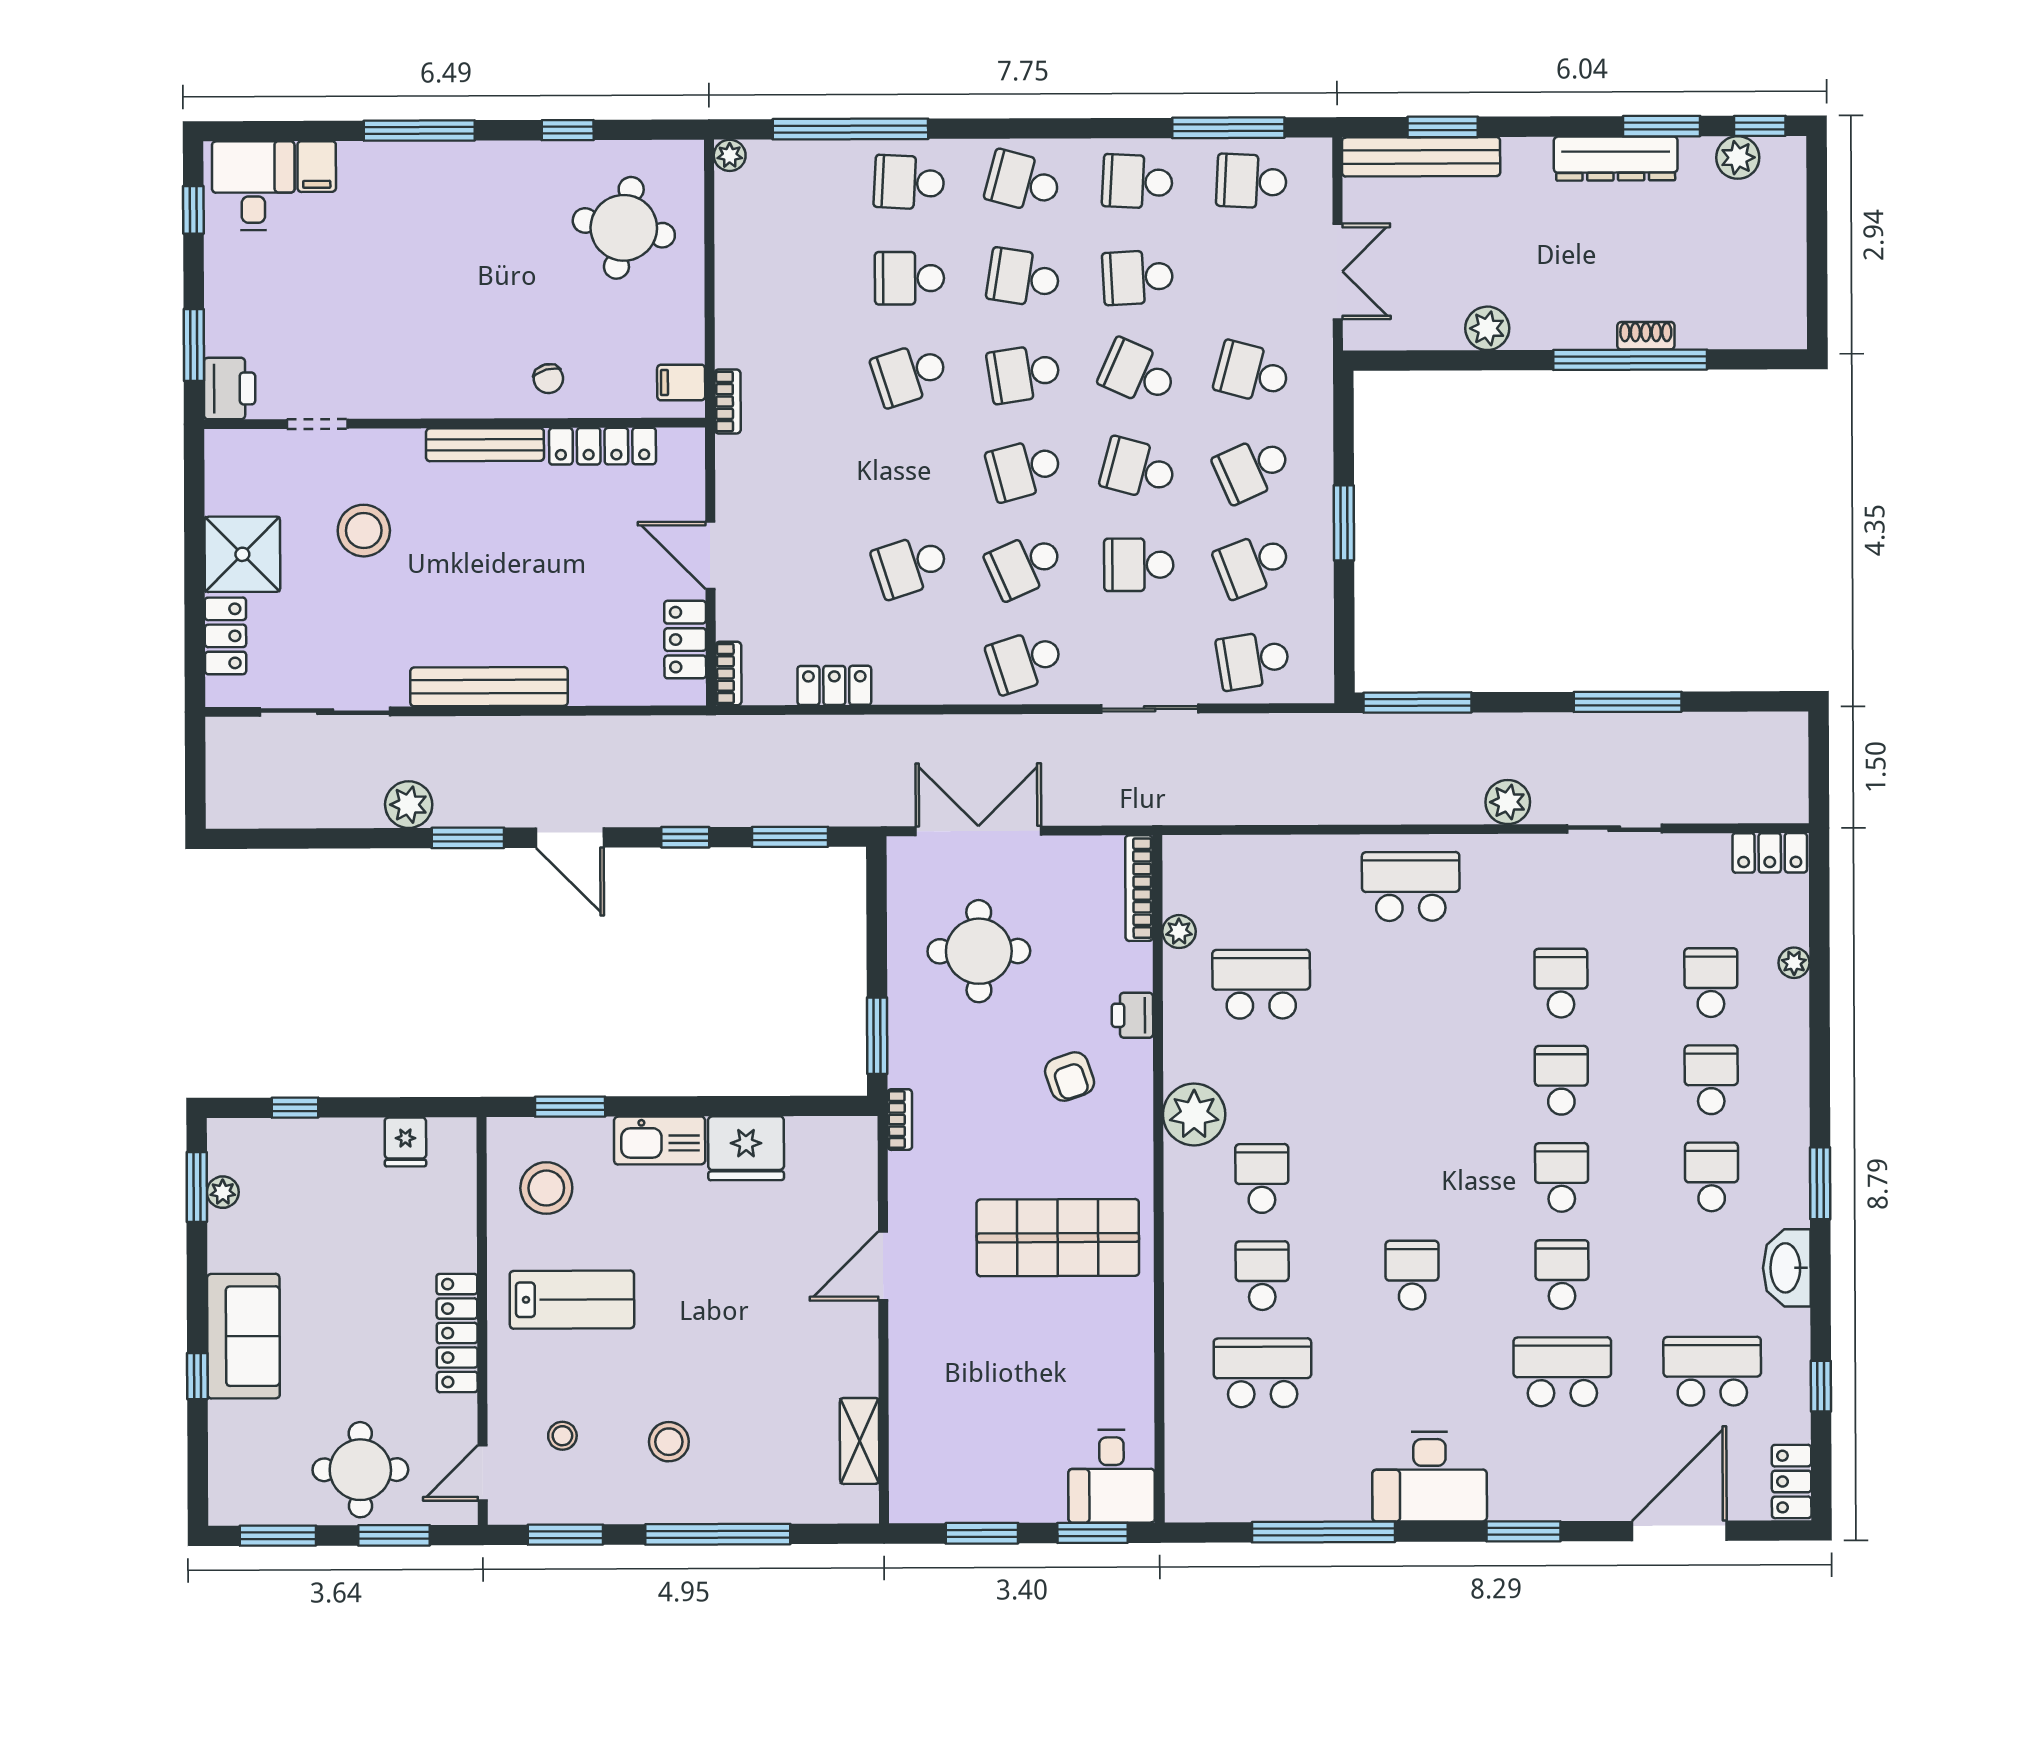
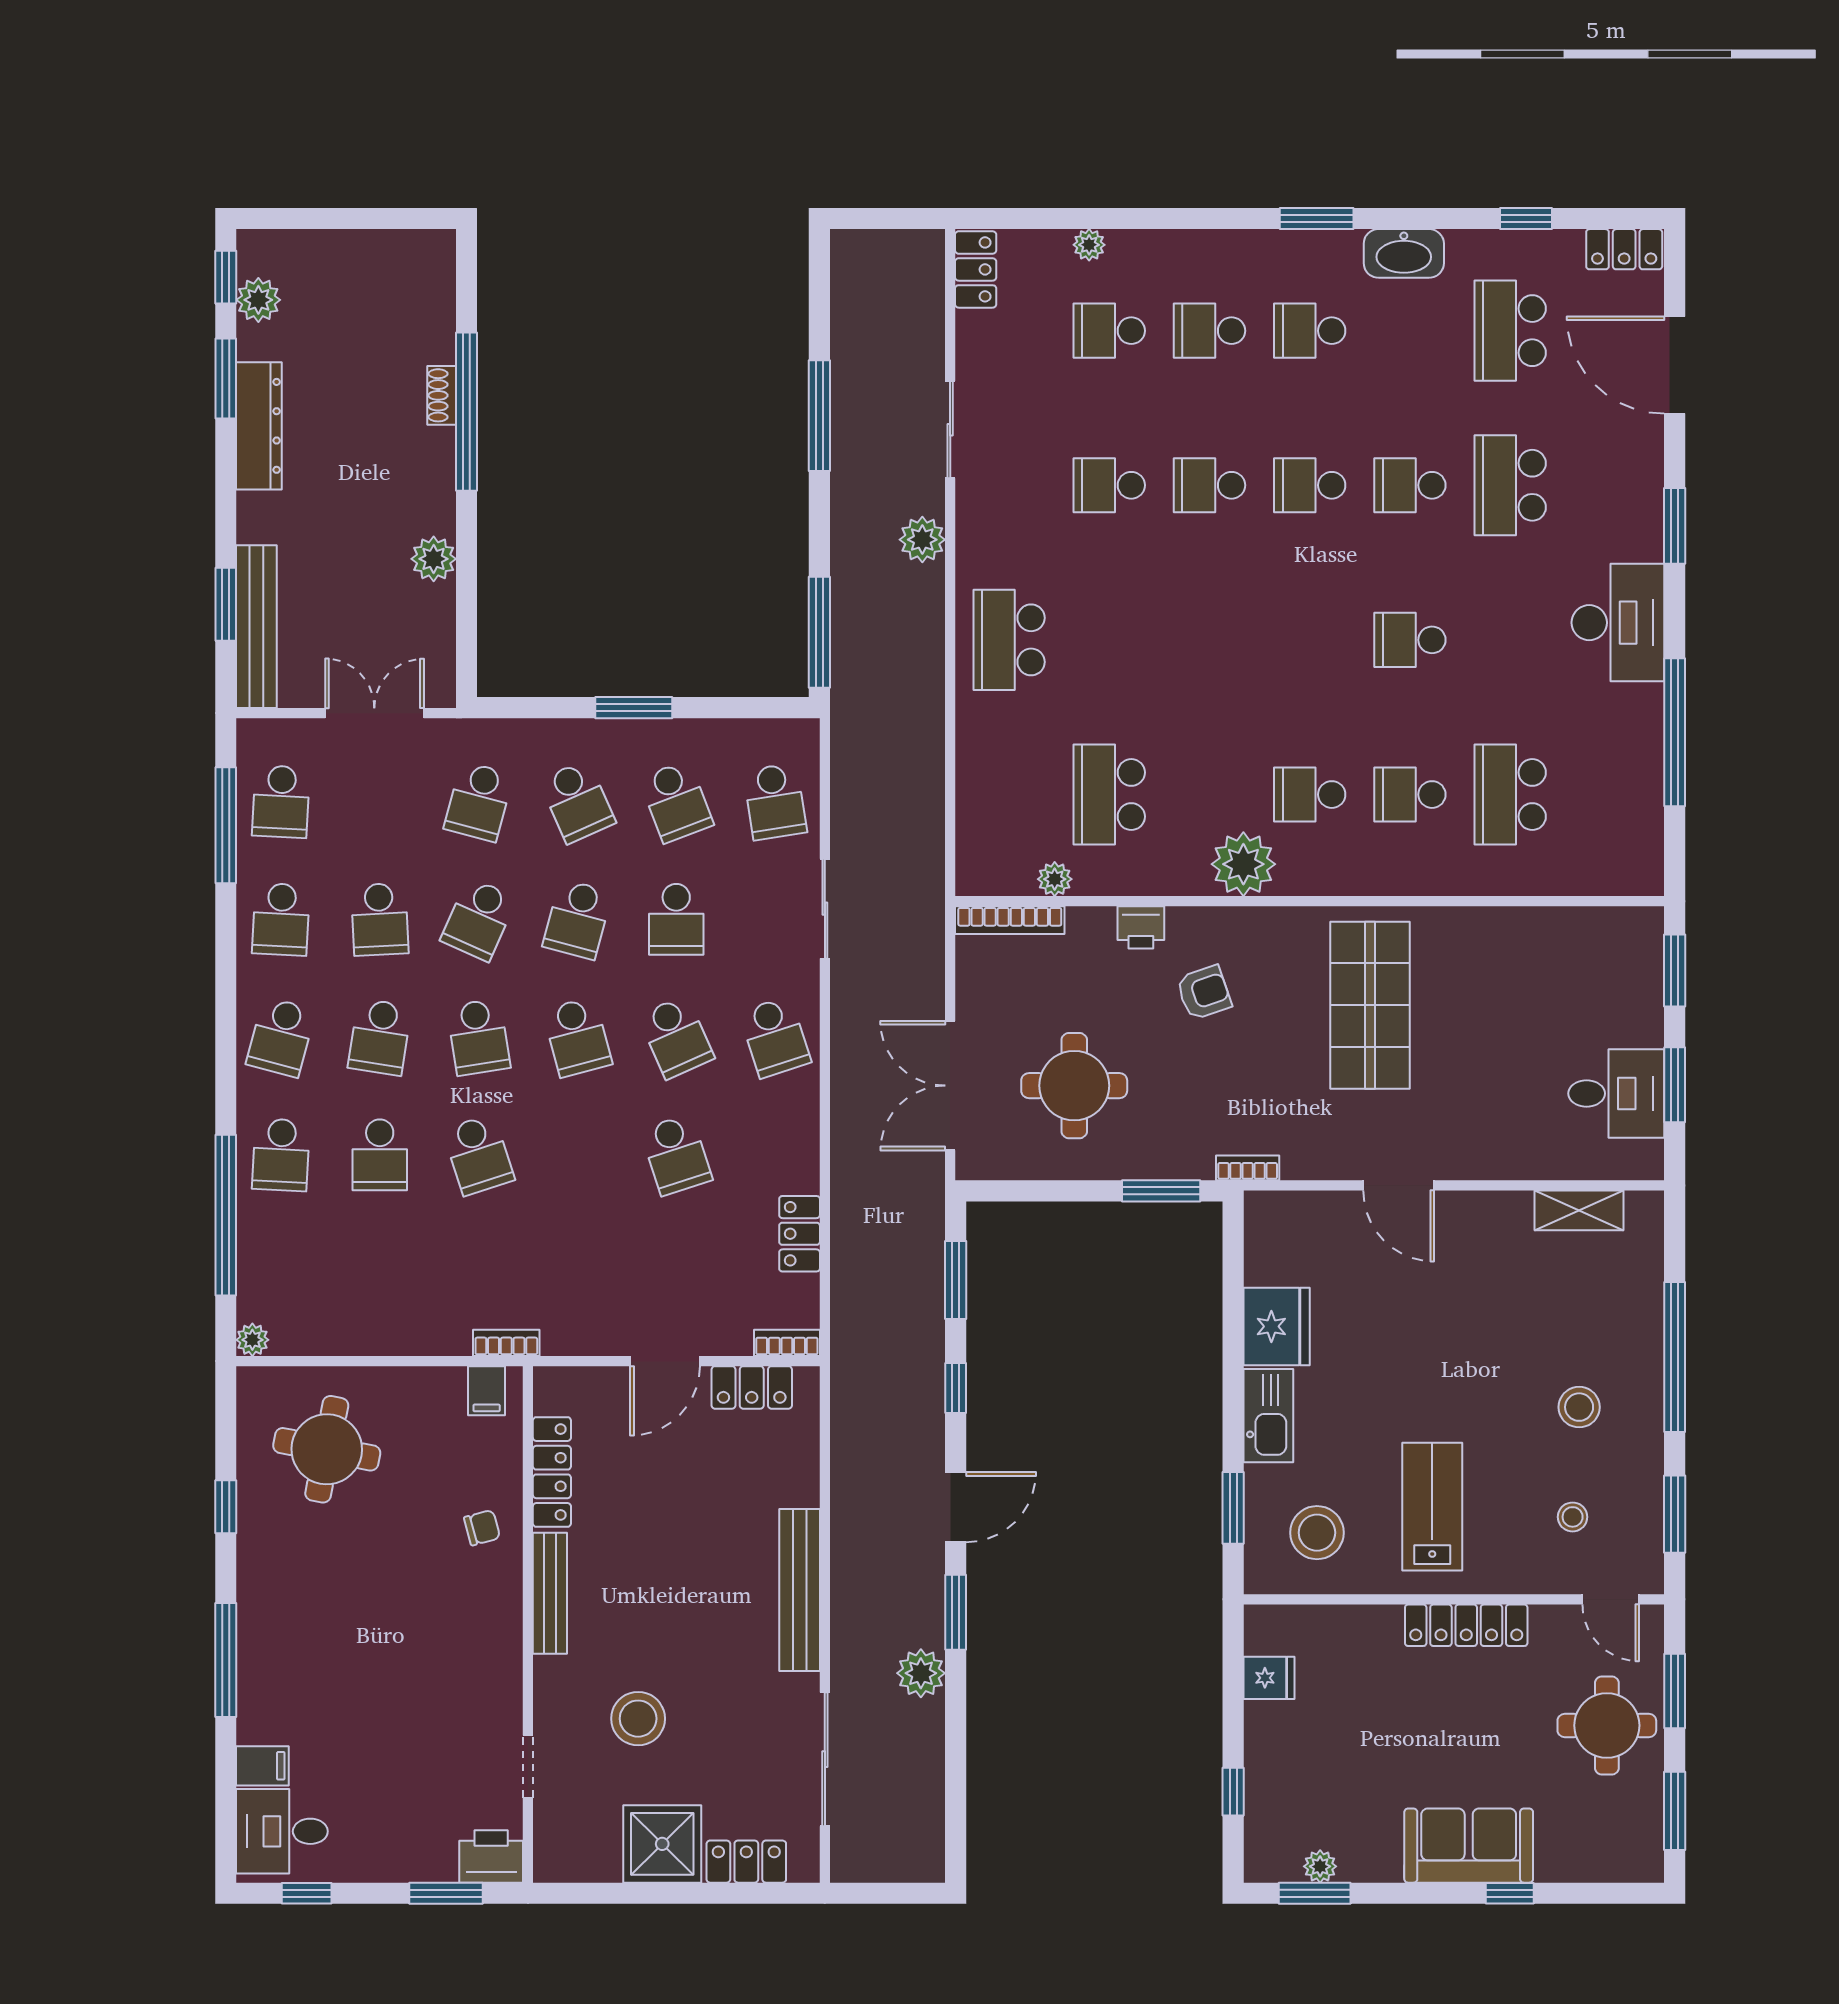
desk: (1112, 1476) -> (1616, 1093), moved

